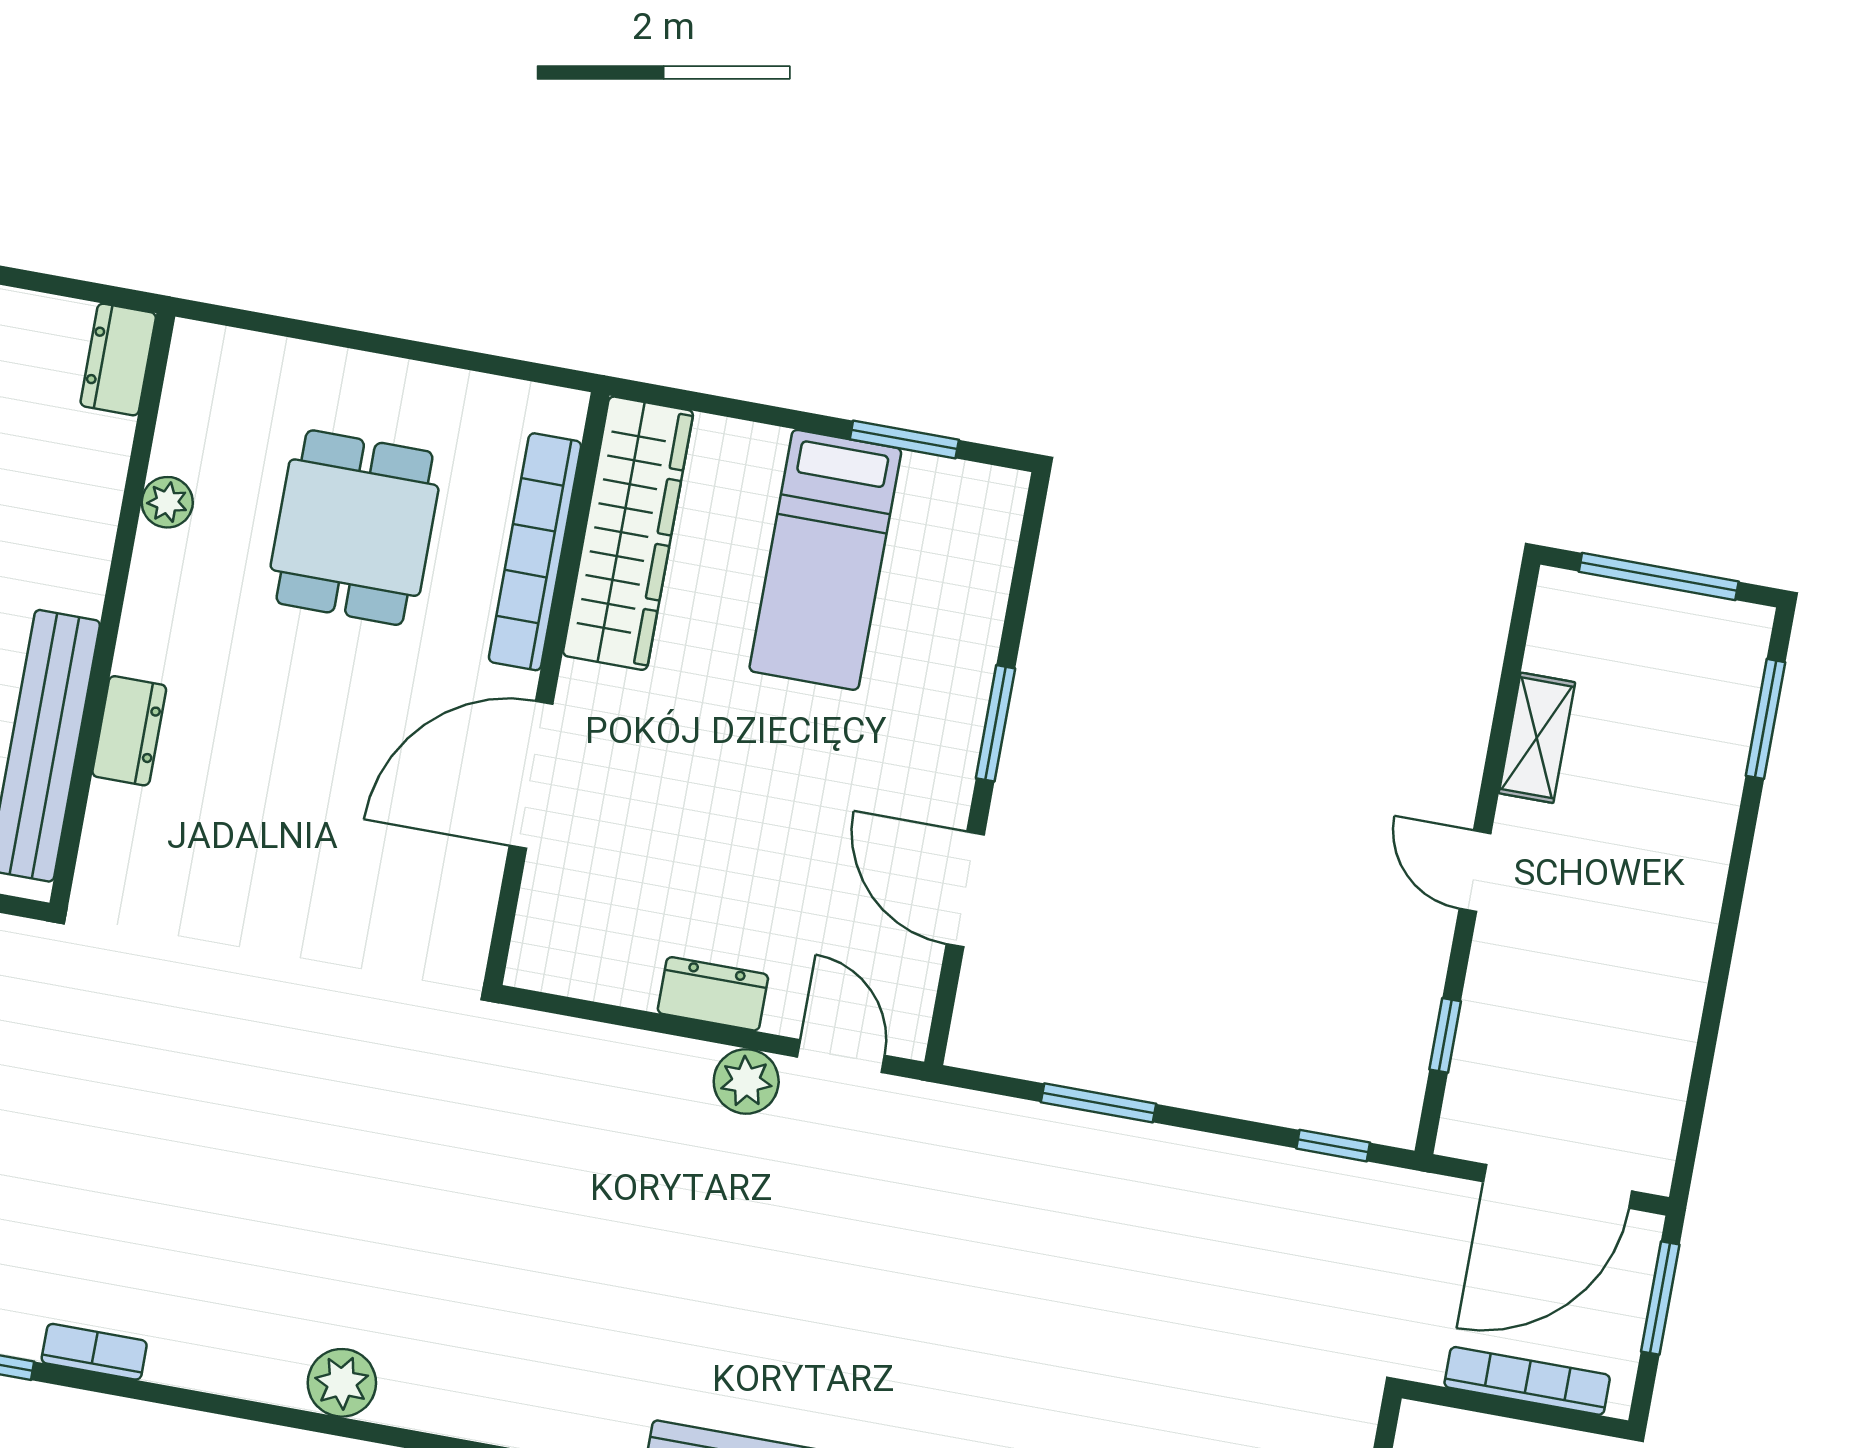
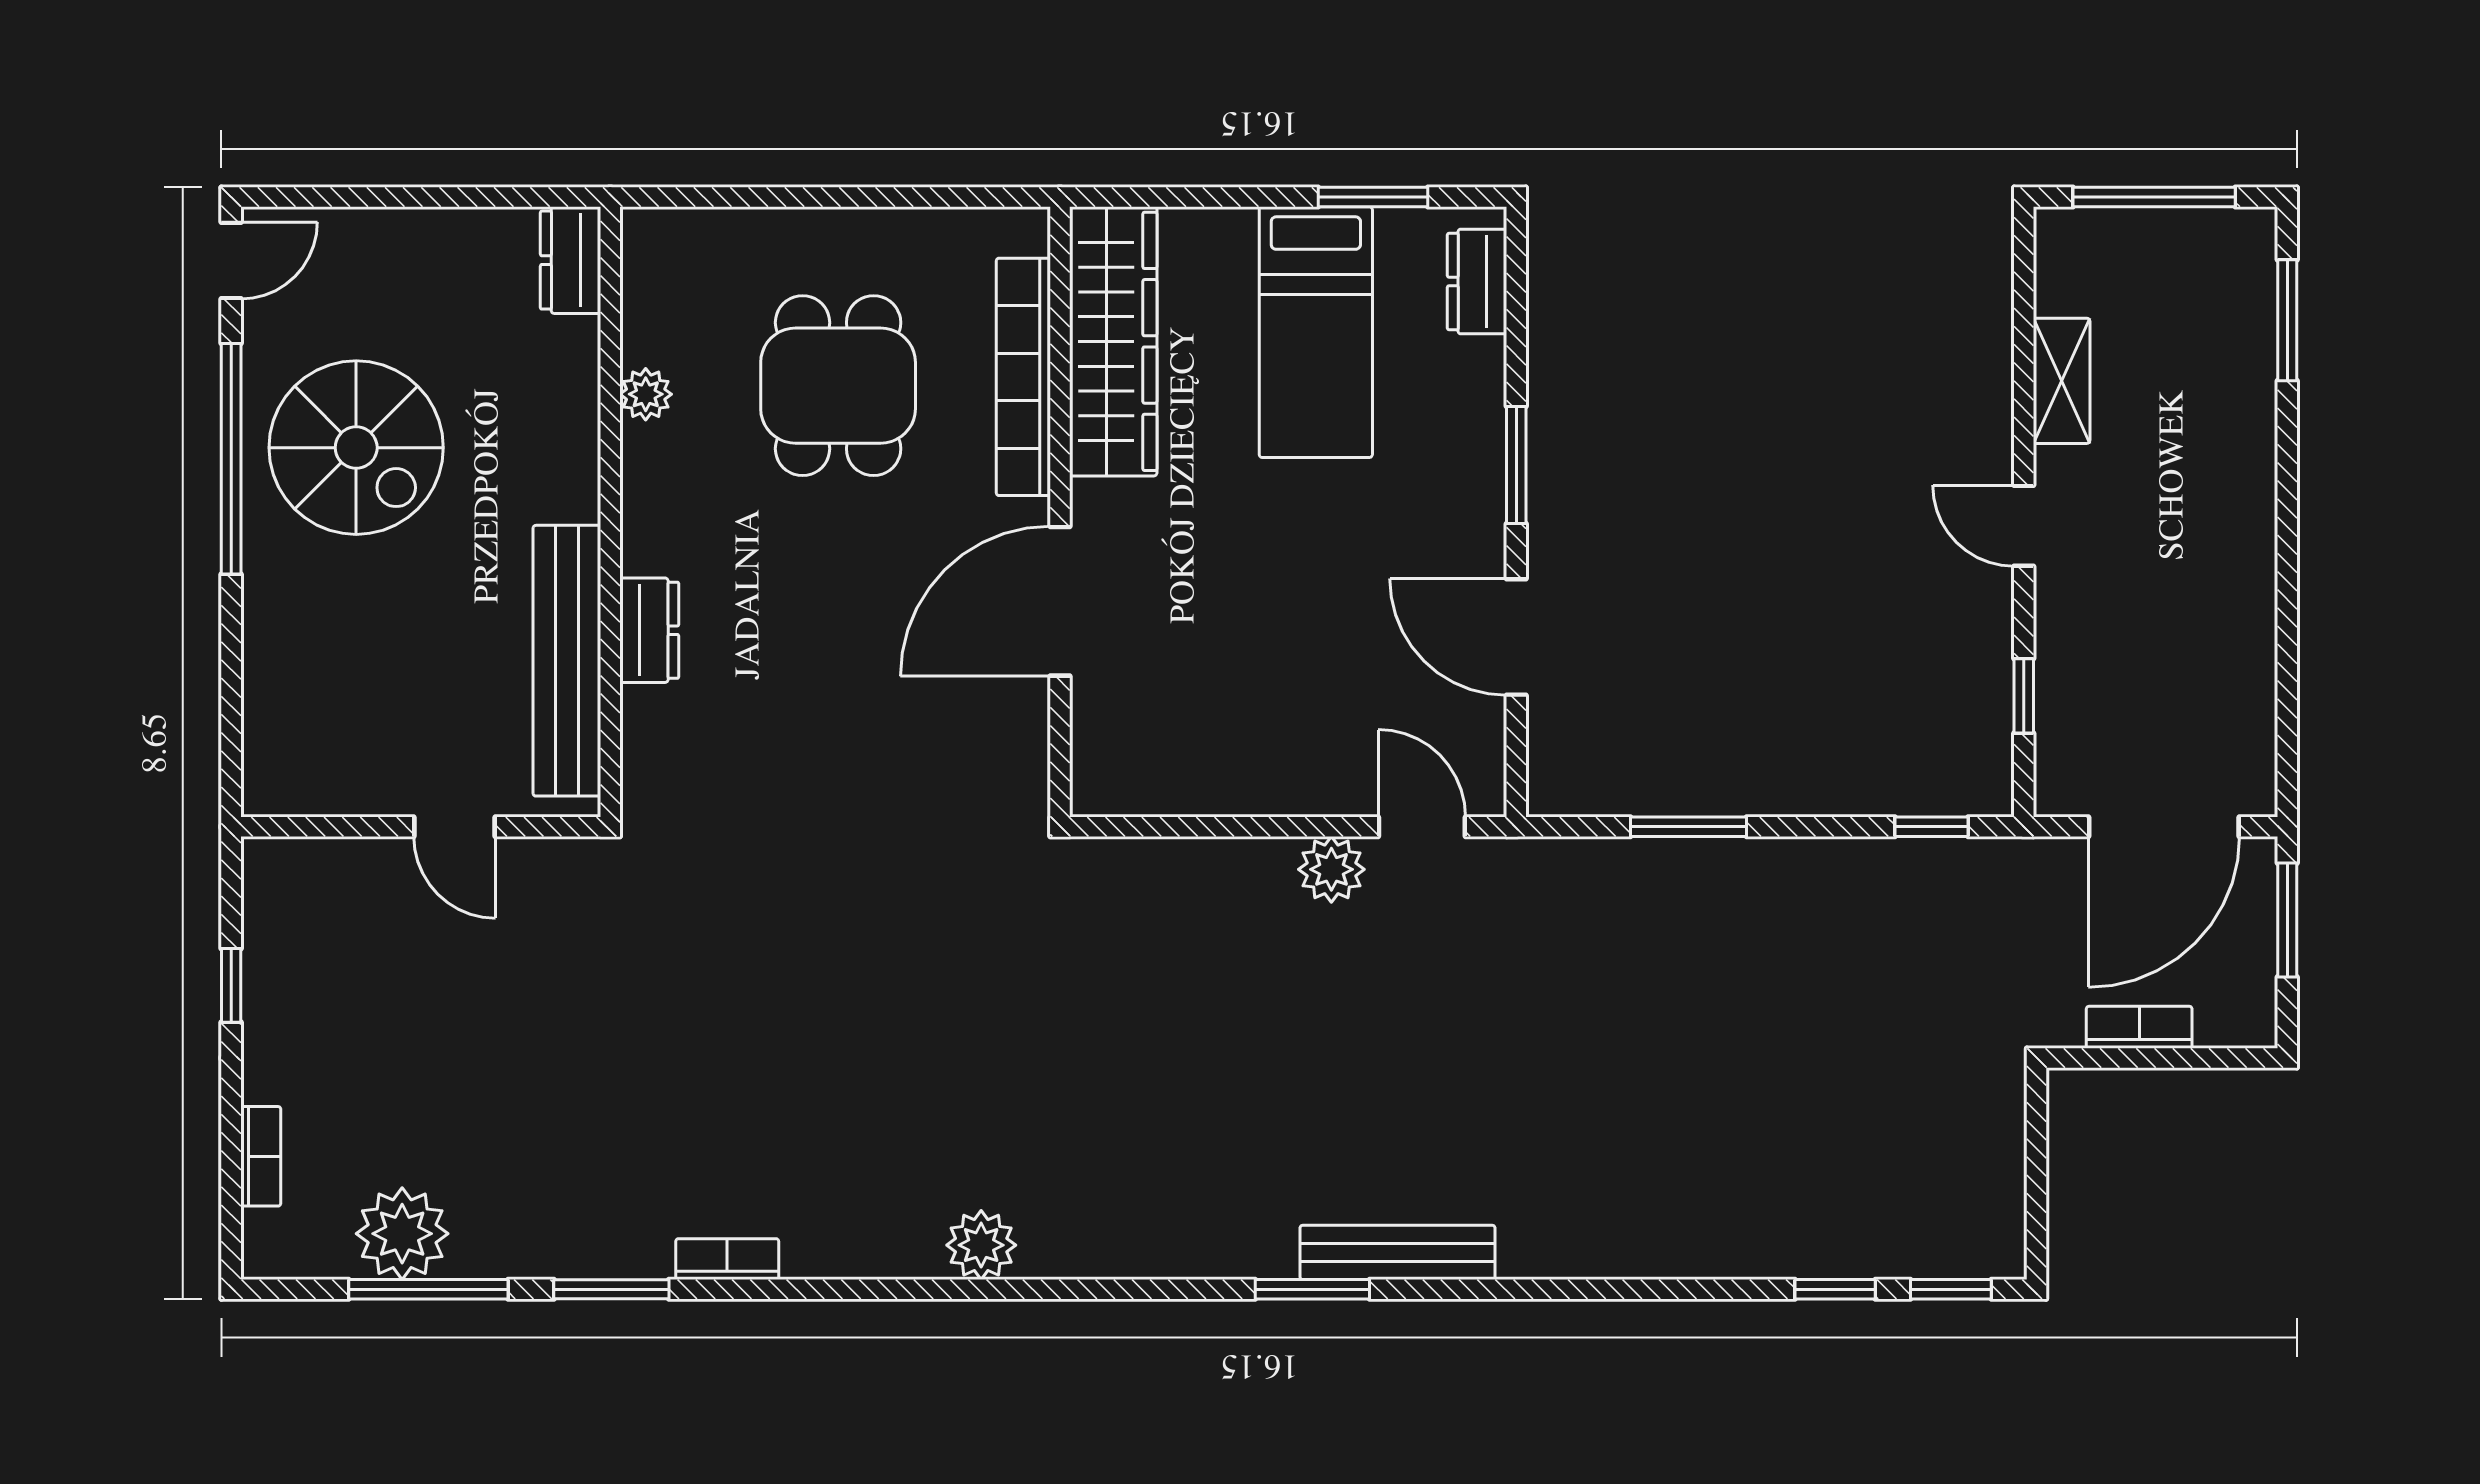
dresser: (713, 994) -> (1477, 281), moved, turned -90
bookcase: (1527, 1381) -> (2139, 1027), width x0.64

